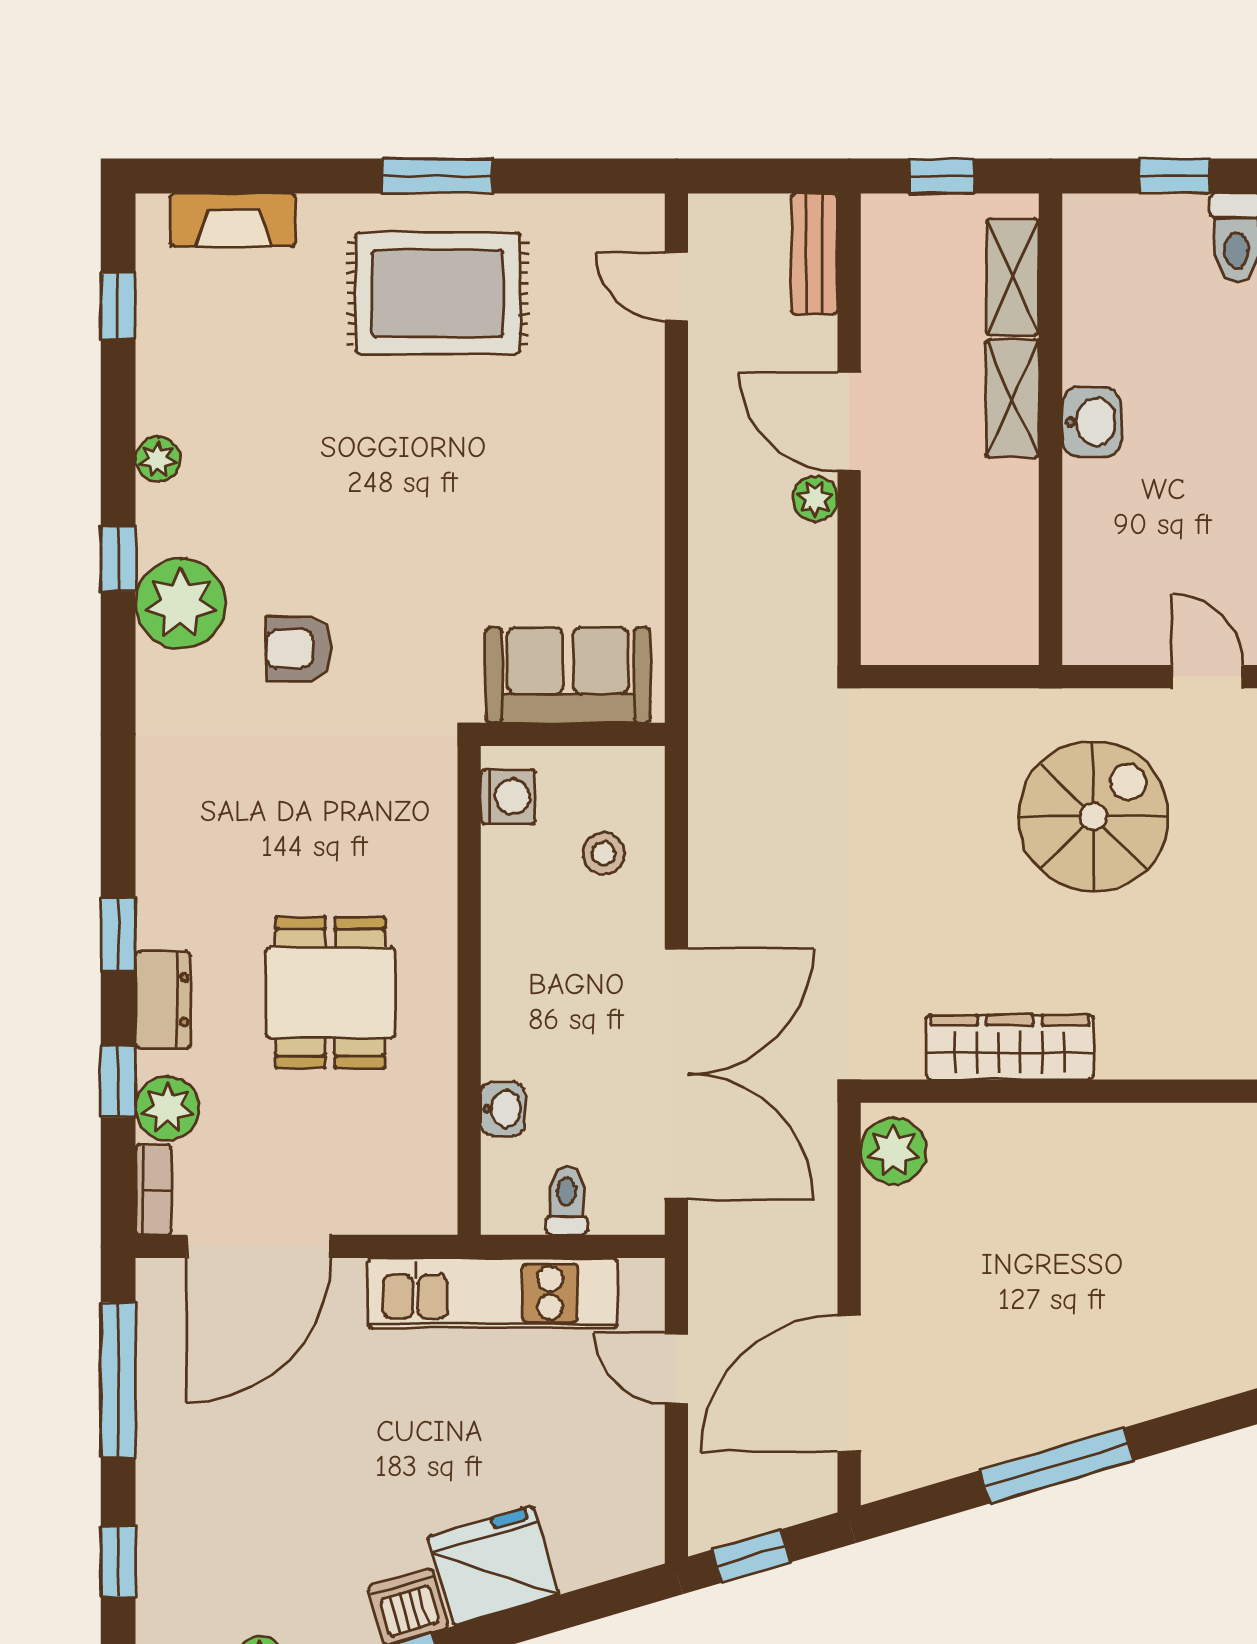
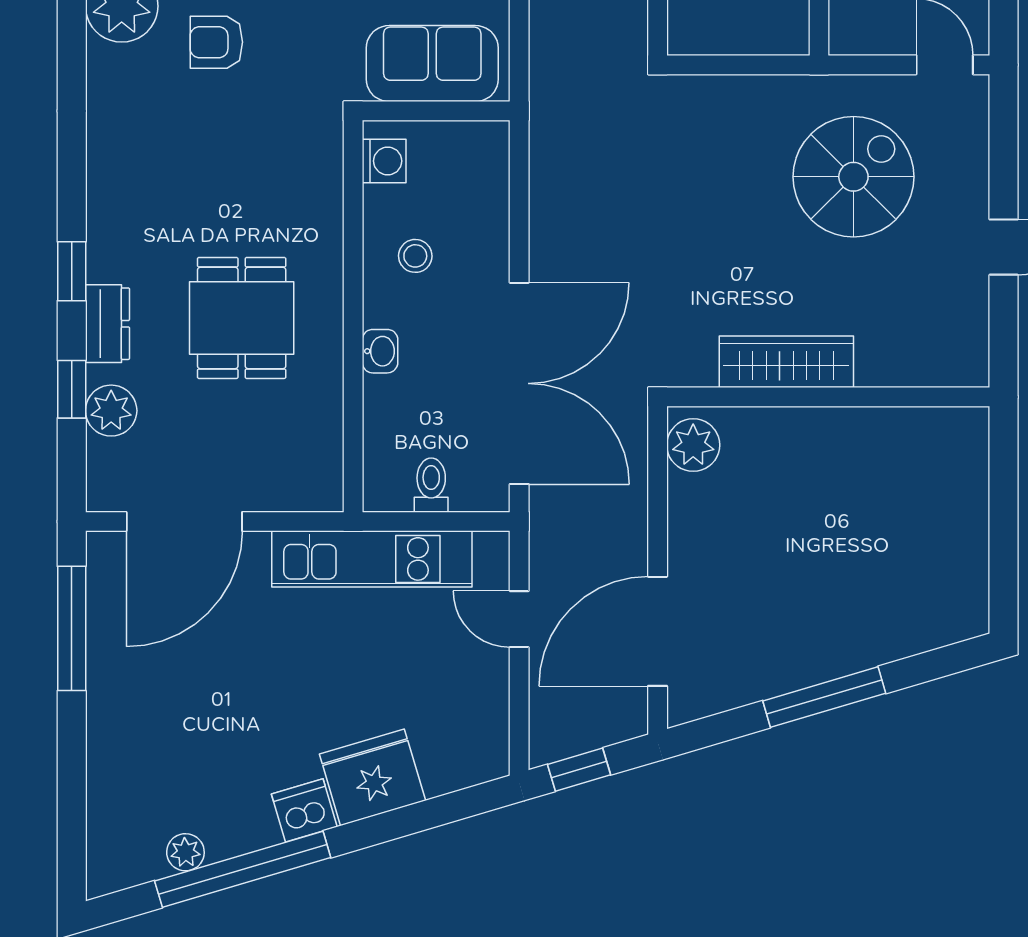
stool: (604, 854) -> (415, 256), moved
washbasin: (503, 1109) -> (380, 351), moved
bookcase: (153, 1190) -> (100, 476), removed
window: (118, 1562) -> (72, 774), removed

